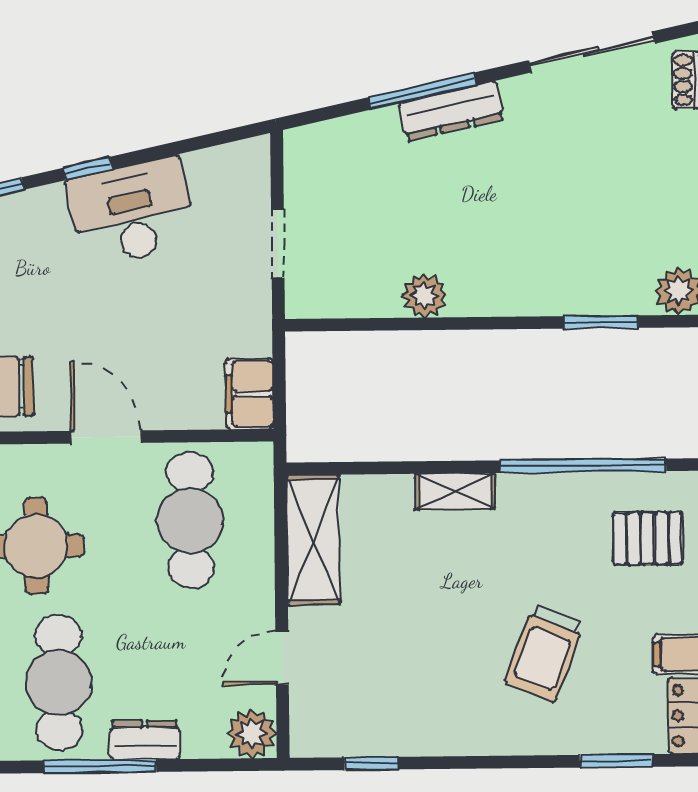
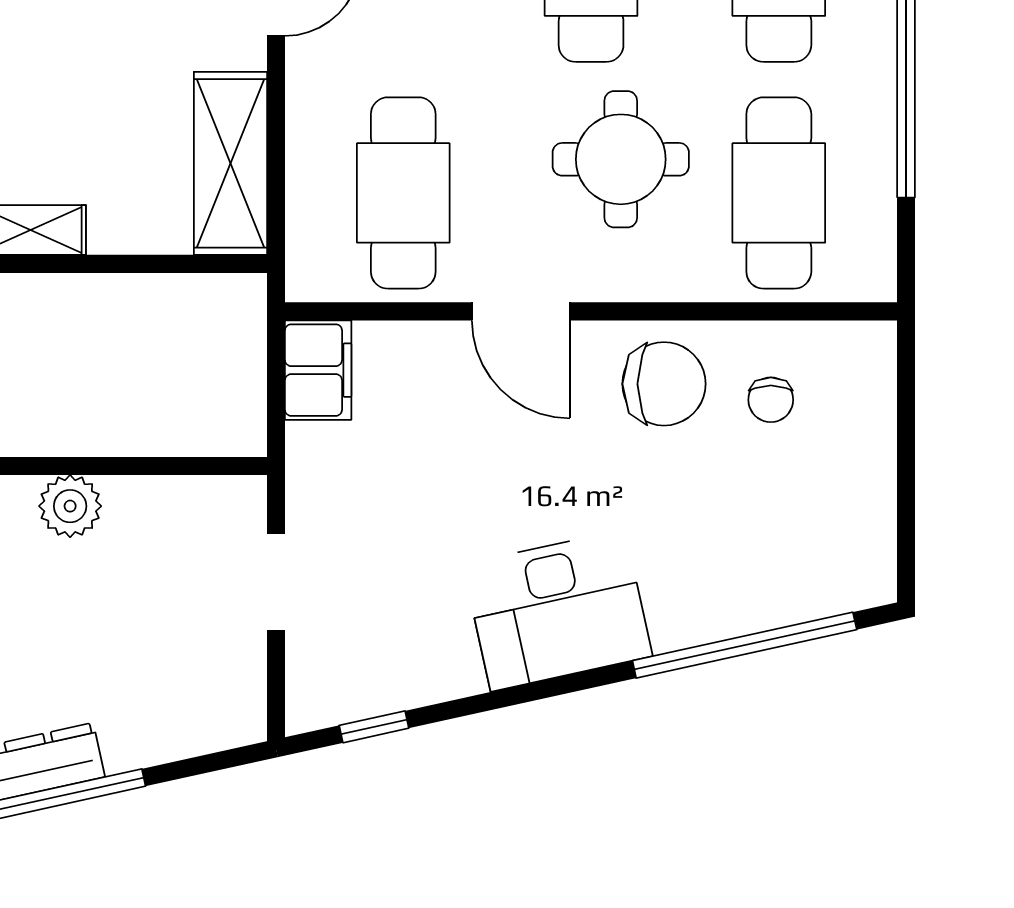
window: (88, 169) -> (374, 727), moved
desk: (132, 212) -> (558, 610), moved

